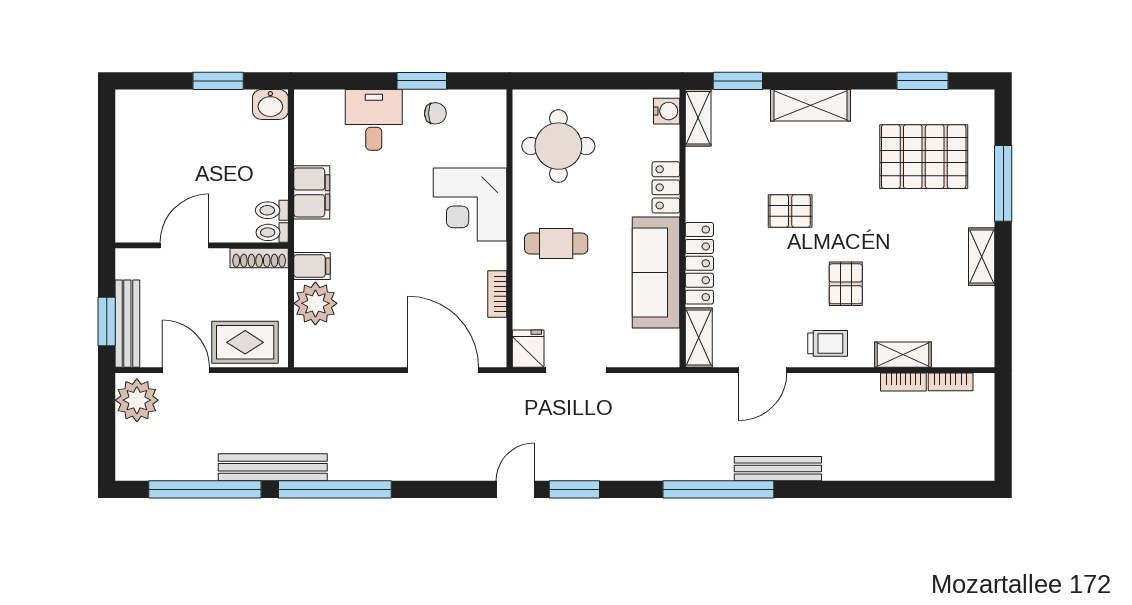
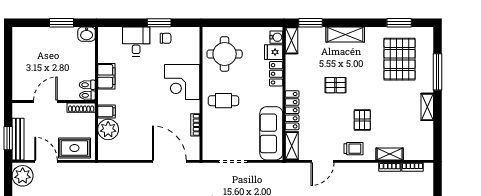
pallet: (924, 157) -> (400, 59), turned 90
sofa: (656, 272) -> (271, 133), moved
fridge: (528, 349) -> (274, 52), moved, turned -90

